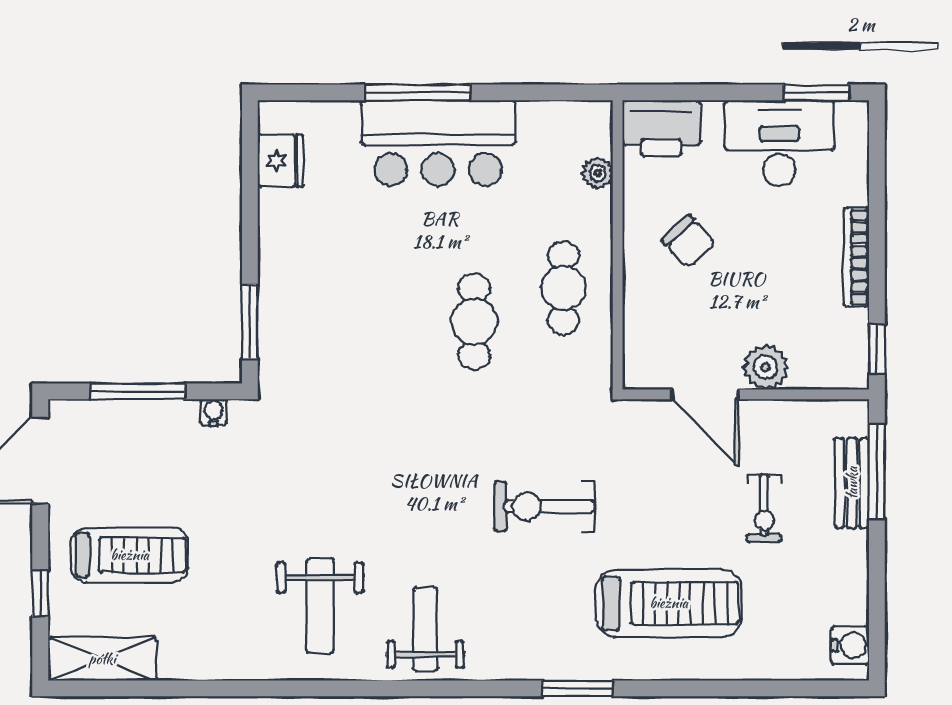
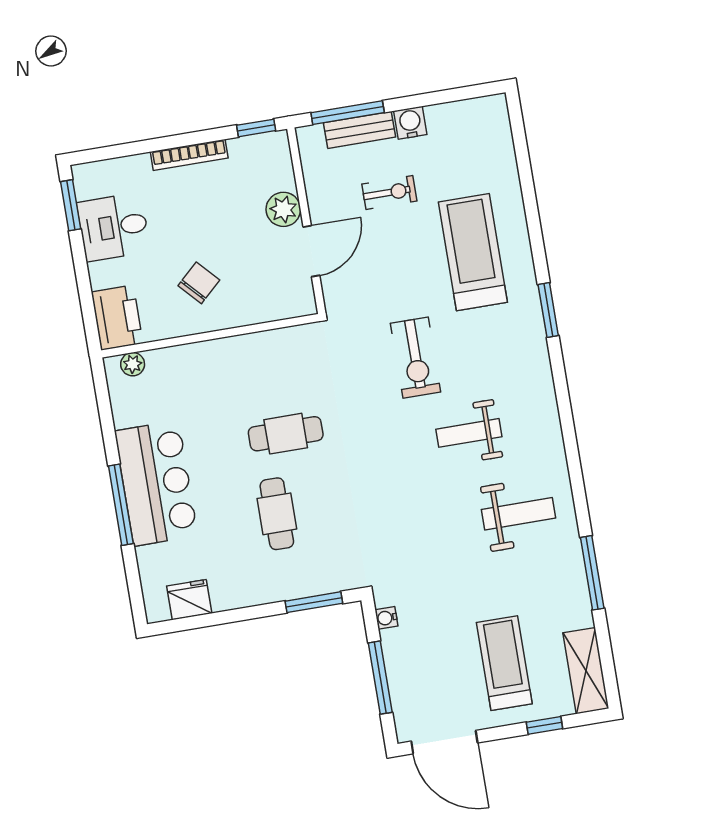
desk: (779, 143) -> (114, 227), width x0.73
plant: (597, 173) -> (133, 364), moved
cafe table: (563, 288) -> (277, 514), moved, turned 90
weight bench: (425, 629) -> (469, 433), moved
water cooler: (850, 645) -> (410, 123), moved
window: (227, 688) -> (592, 573), added

